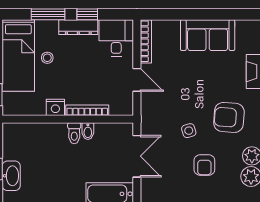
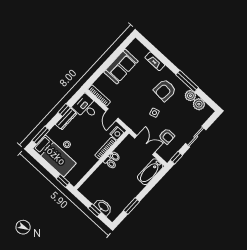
window: (48, 14) -> (41, 135), moved
door: (137, 80) -> (112, 115), swing flipped
nightstand: (55, 107) -> (117, 133), moved
armchair: (204, 165) -> (167, 136), moved

